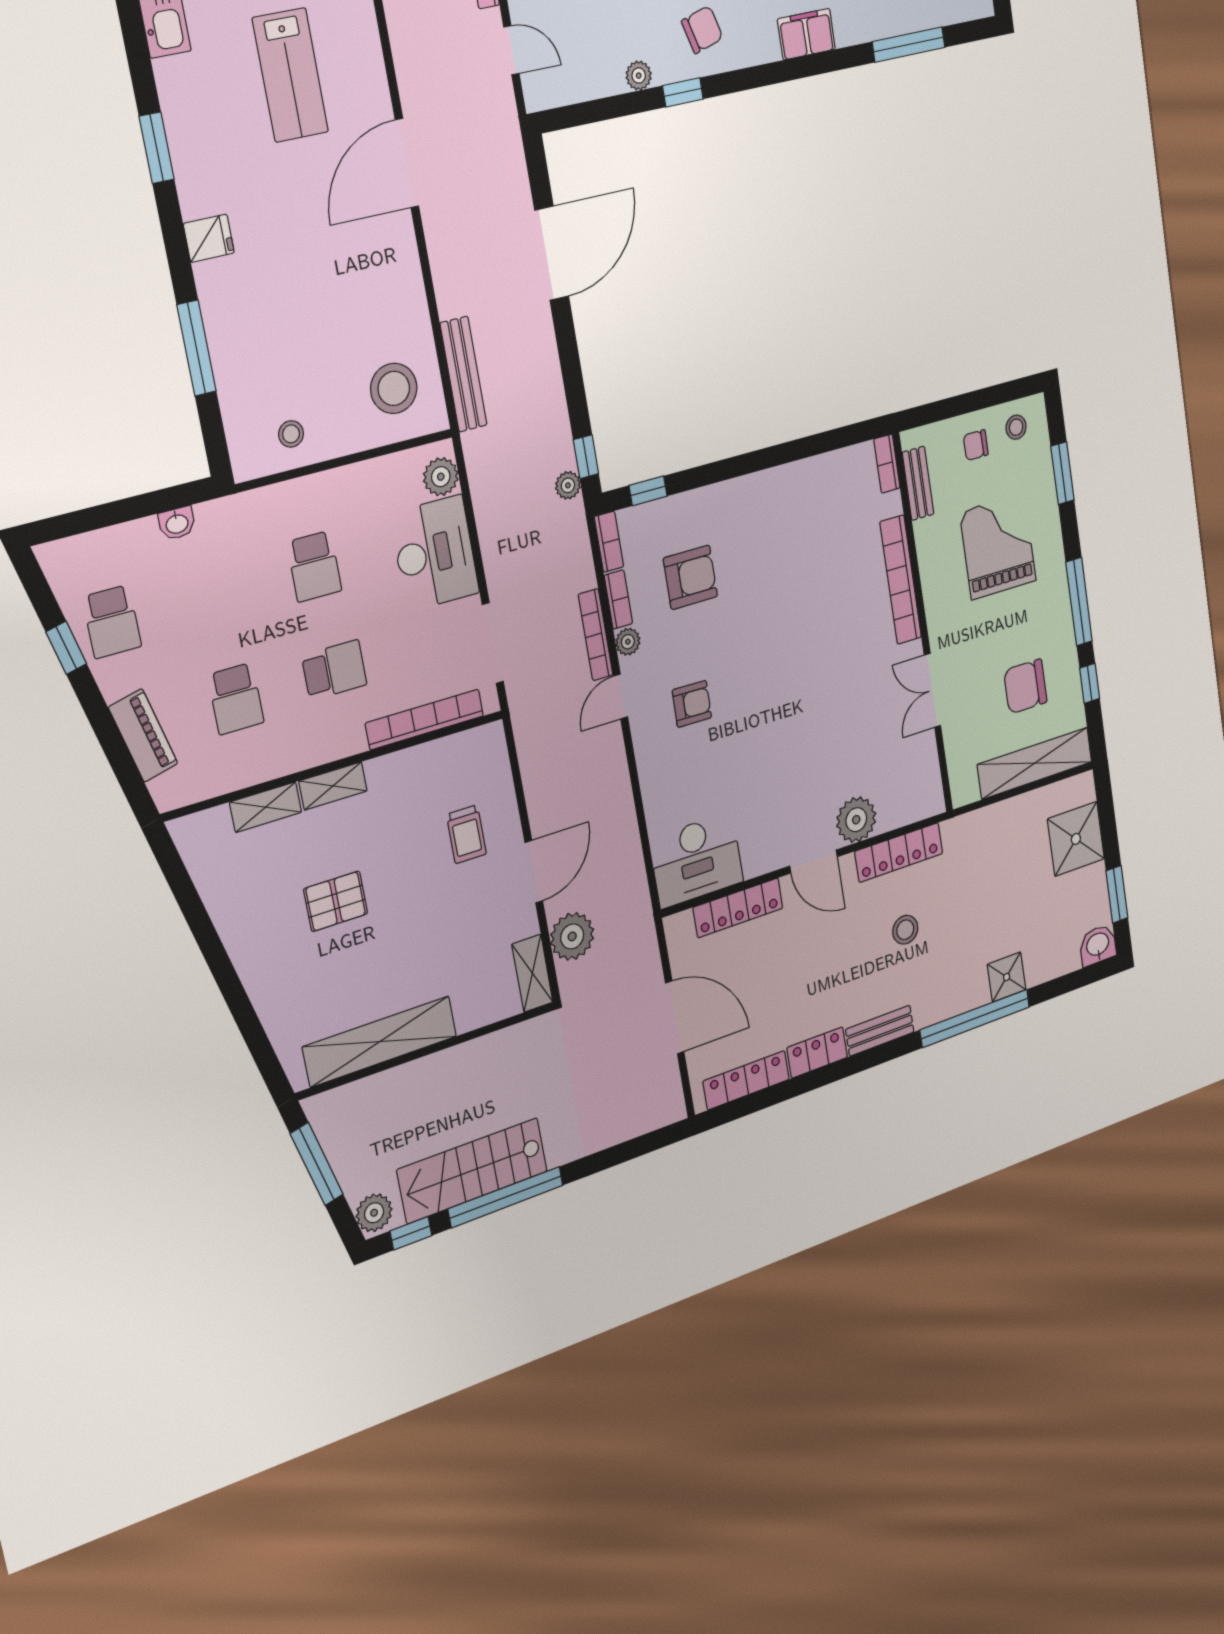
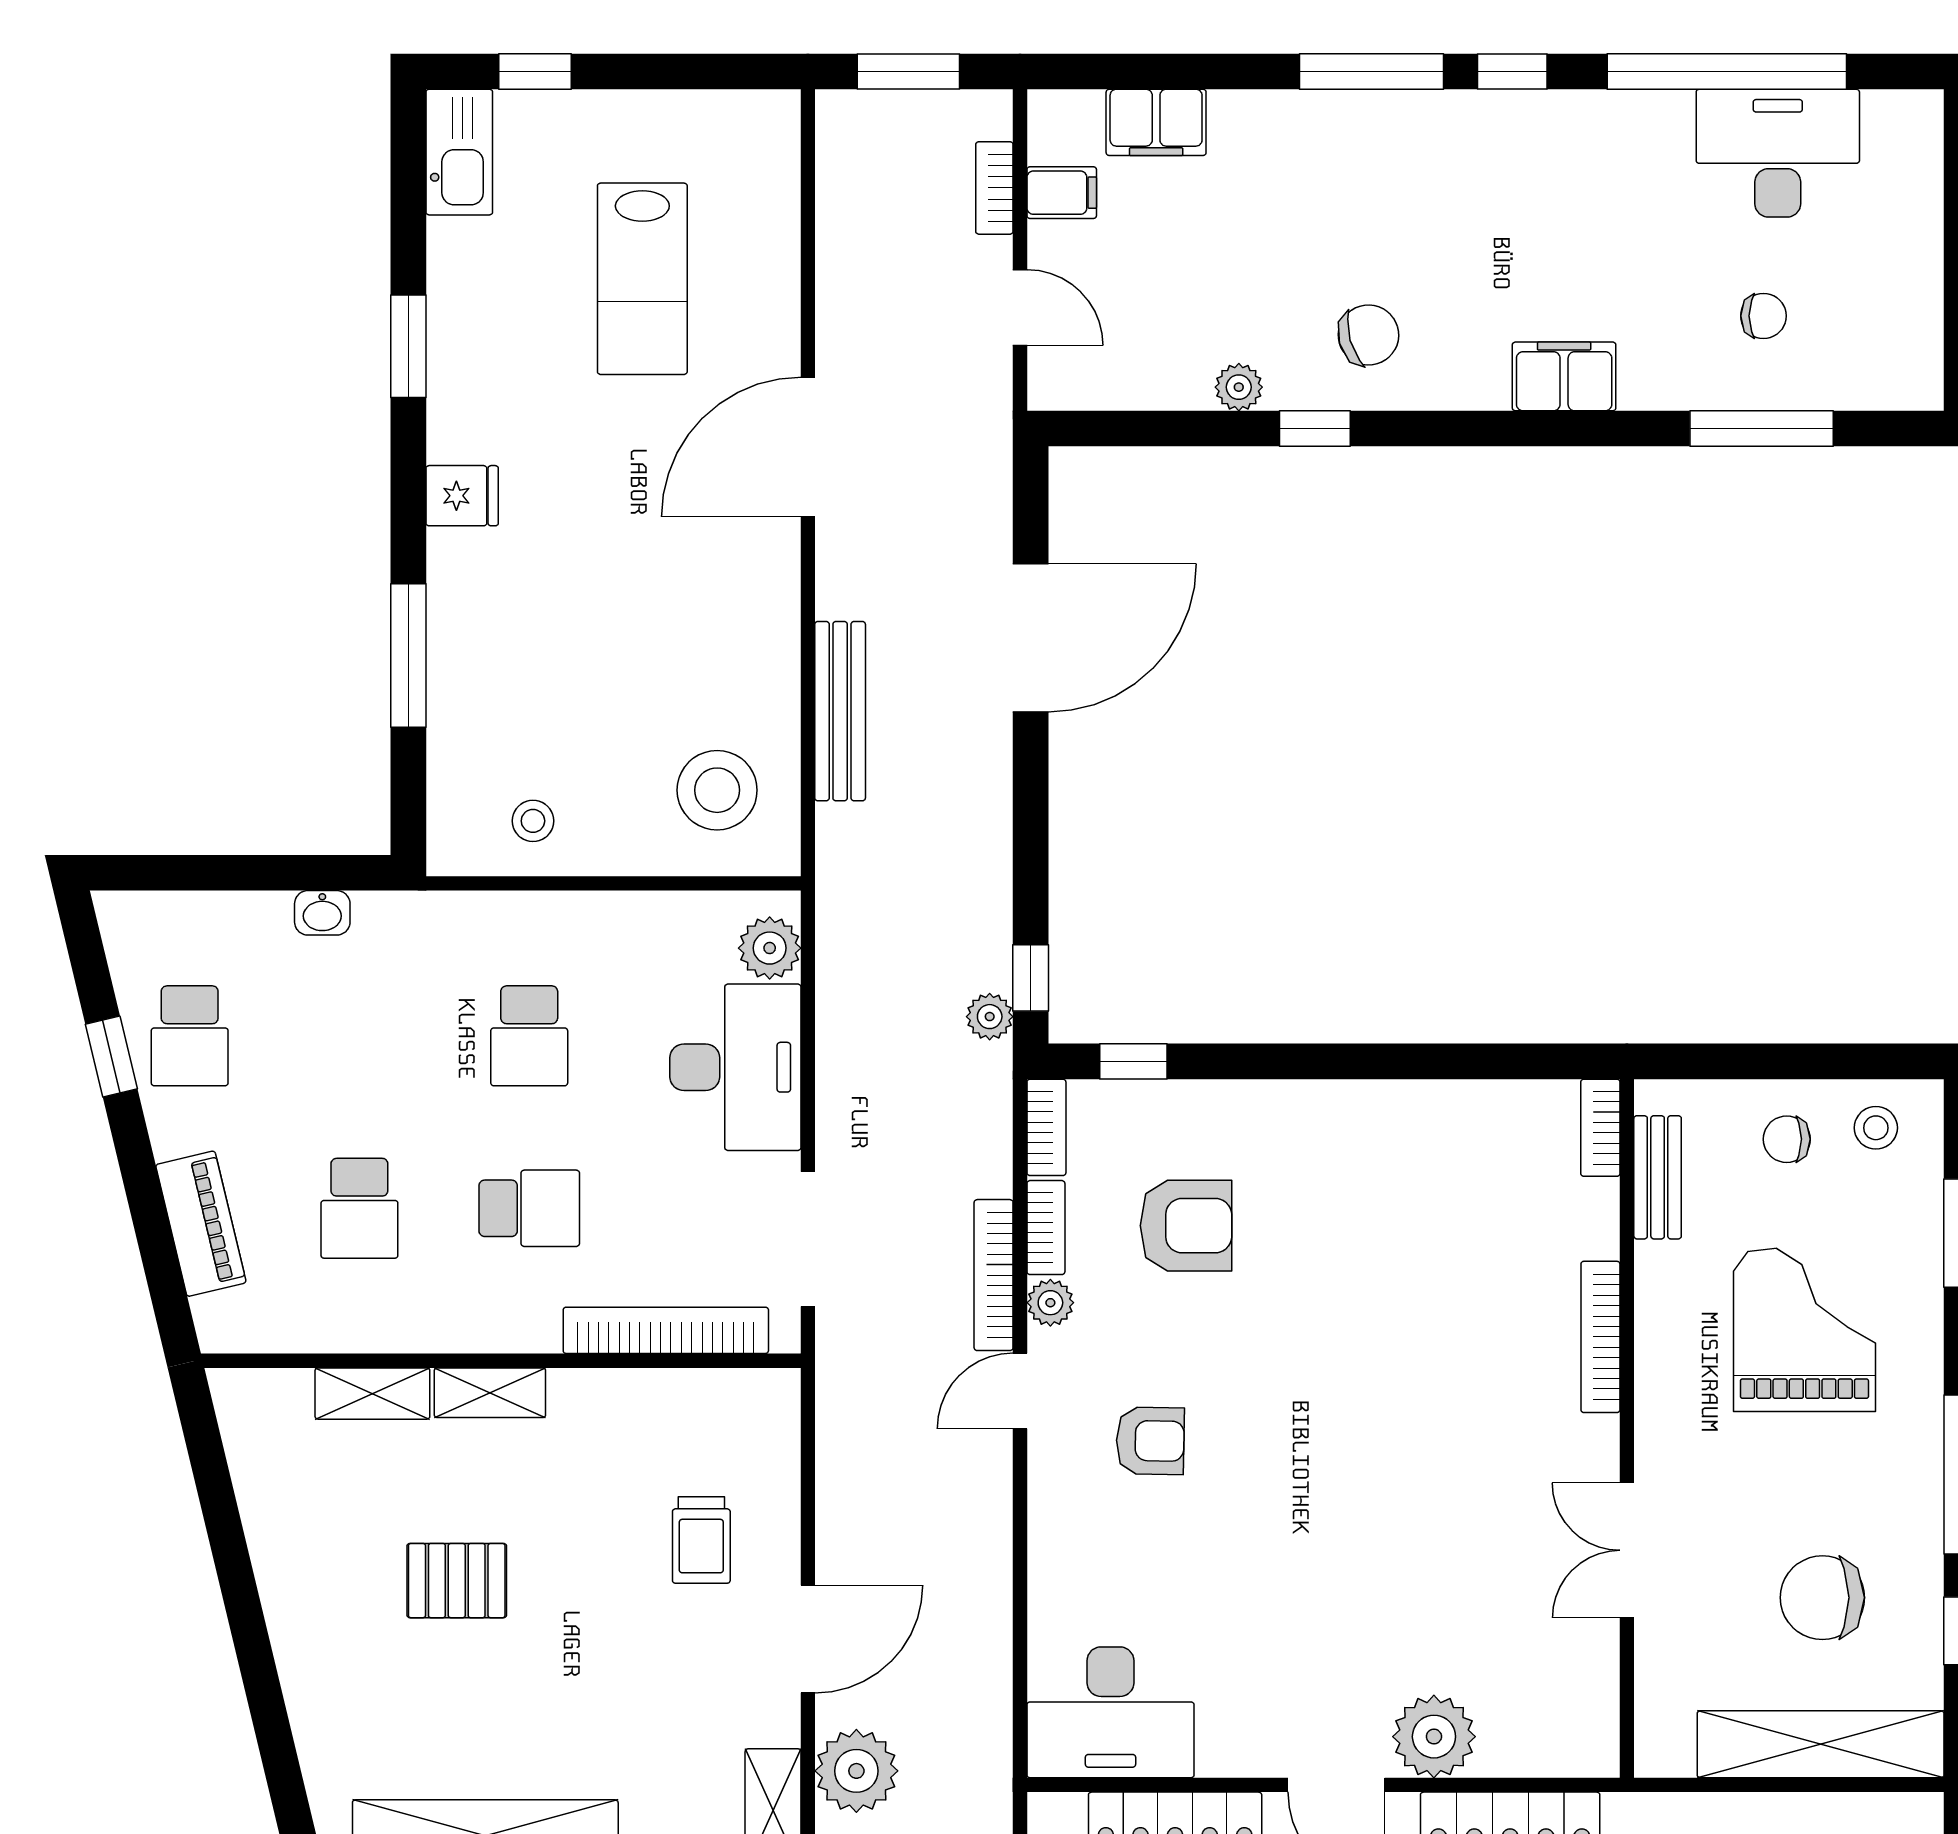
bench: (463, 374) -> (840, 711), moved
bookcase: (901, 580) -> (1600, 1337), width x0.68, depth x0.76

